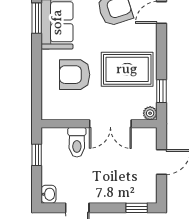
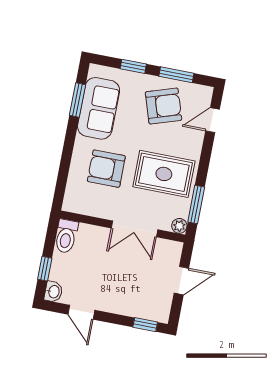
window: (161, 91) -> (196, 204), width x1.50
toilet: (77, 142) -> (66, 236), moved
window: (37, 155) -> (45, 269), moved

